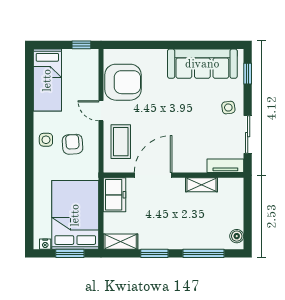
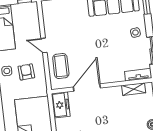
armchair: (123, 82) -> (57, 23), removed
shelving: (202, 185) -> (134, 89), moved

